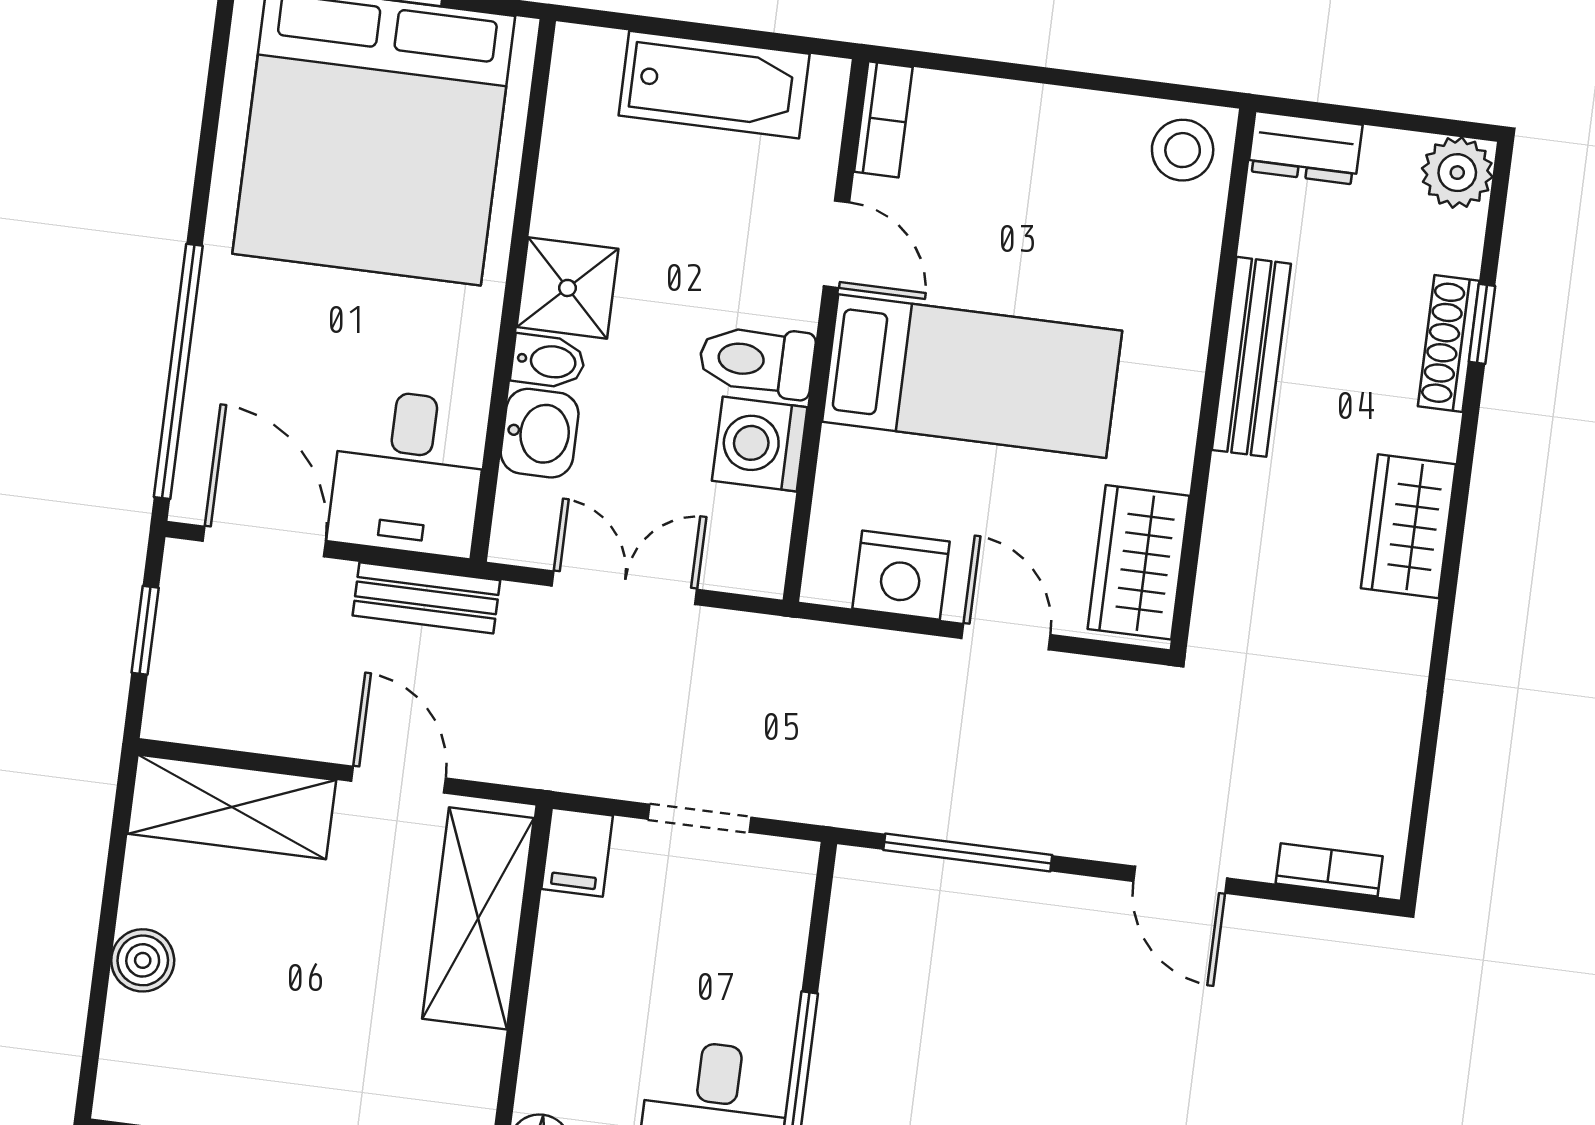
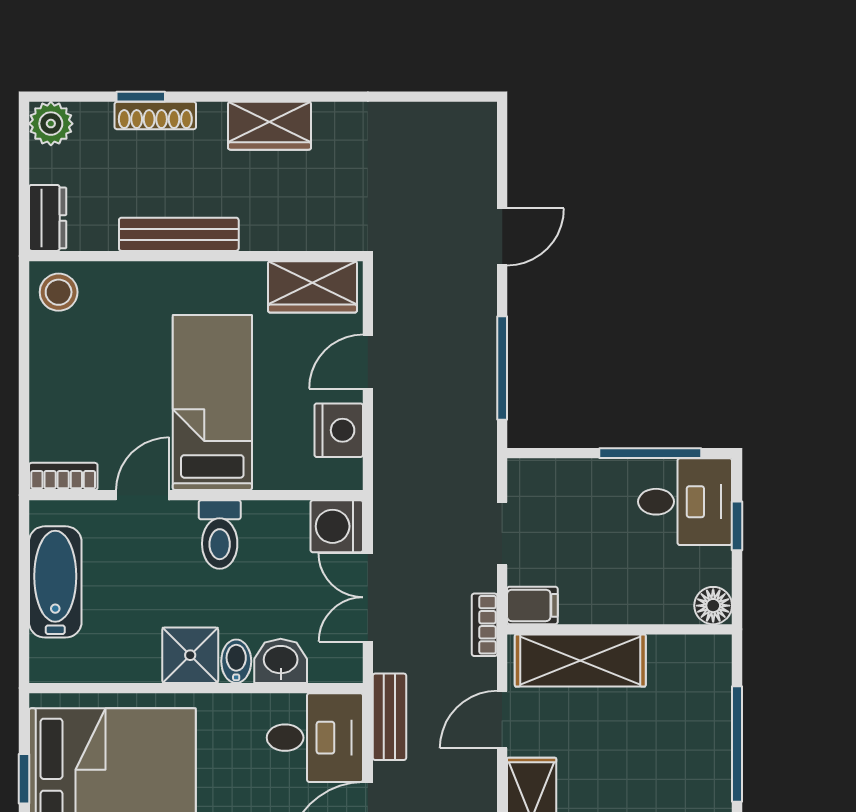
washing machine: (760, 444) -> (337, 526), moved, turned 90
bookcase: (1329, 870) -> (485, 625), moved

